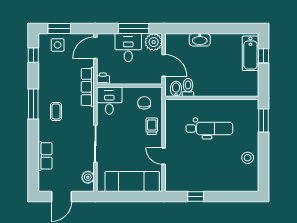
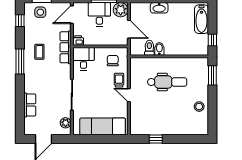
window: (263, 56) -> (212, 40), moved
bidet: (176, 89) -> (159, 49), moved
coffee table: (56, 112) -> (39, 52), moved
door: (164, 156) -> (129, 95), moved

